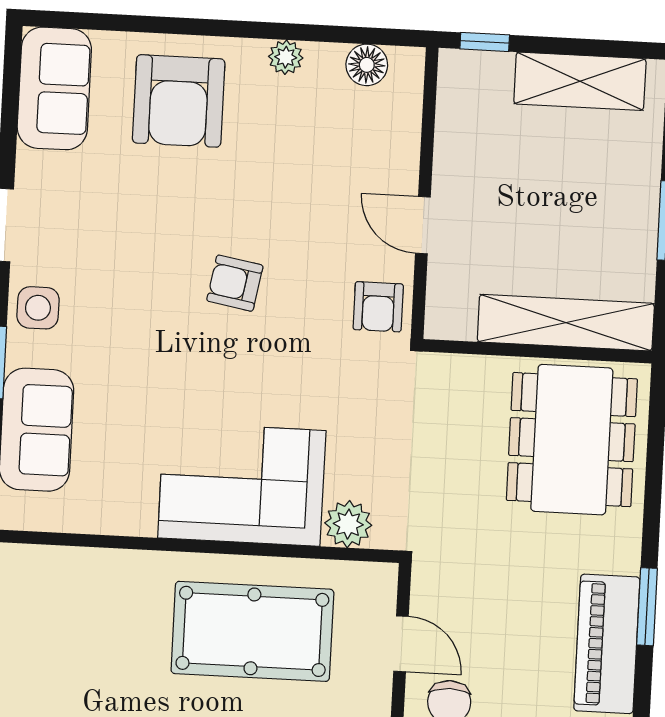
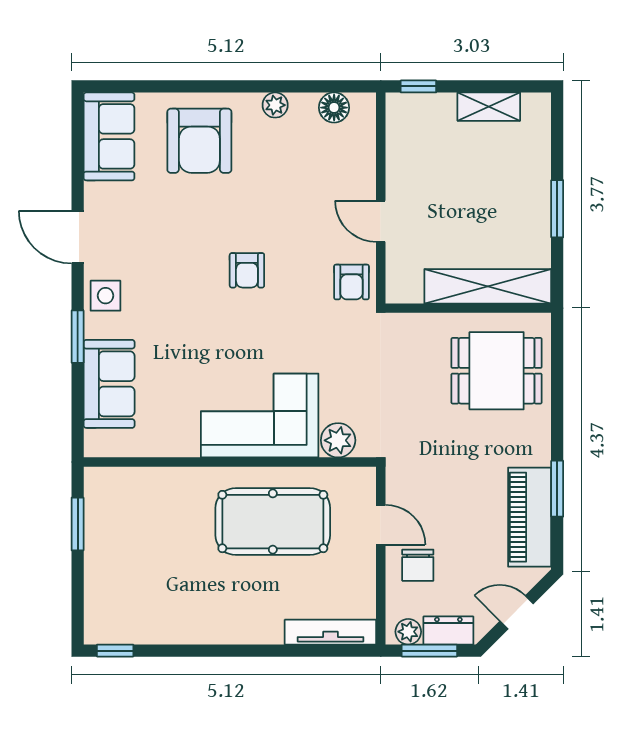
shelving: (580, 81) -> (489, 107), width x0.67, depth x0.75
armchair: (235, 283) -> (247, 270), turned -100
dining table: (572, 440) -> (497, 371), width x0.73

